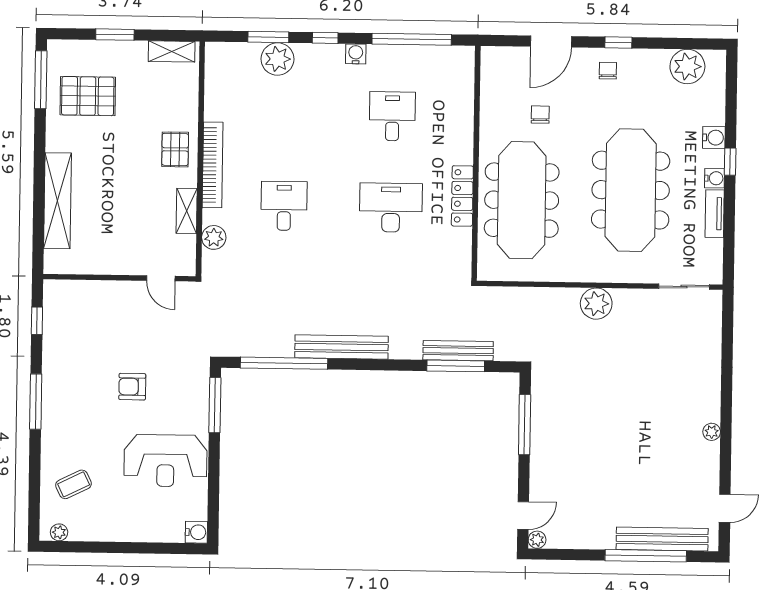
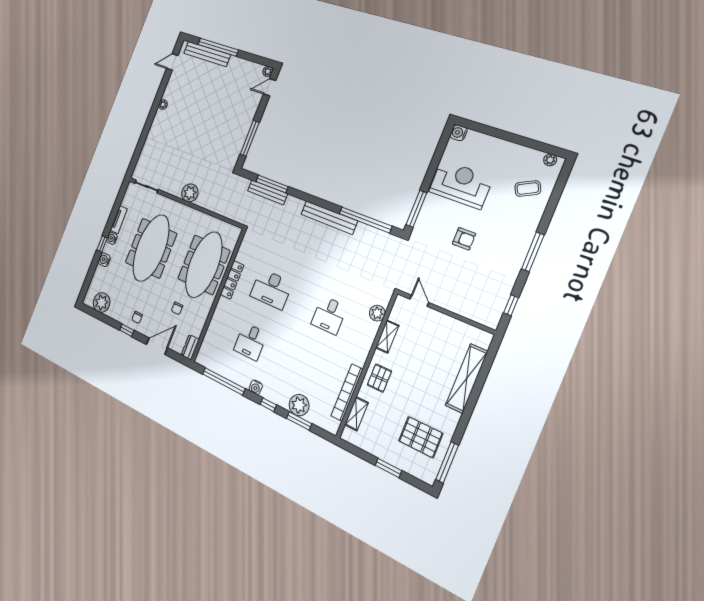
shelving: (172, 51) -> (356, 414), moved, turned 90
dresser: (491, 65) -> (190, 347), added
bookcase: (213, 165) -> (347, 393), moved

